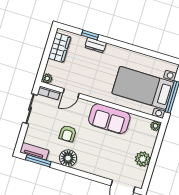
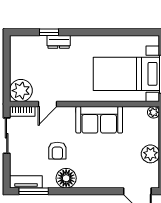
wardrobe: (59, 47) -> (19, 57), removed
plant: (47, 78) -> (21, 91), width x1.88, depth x1.88

